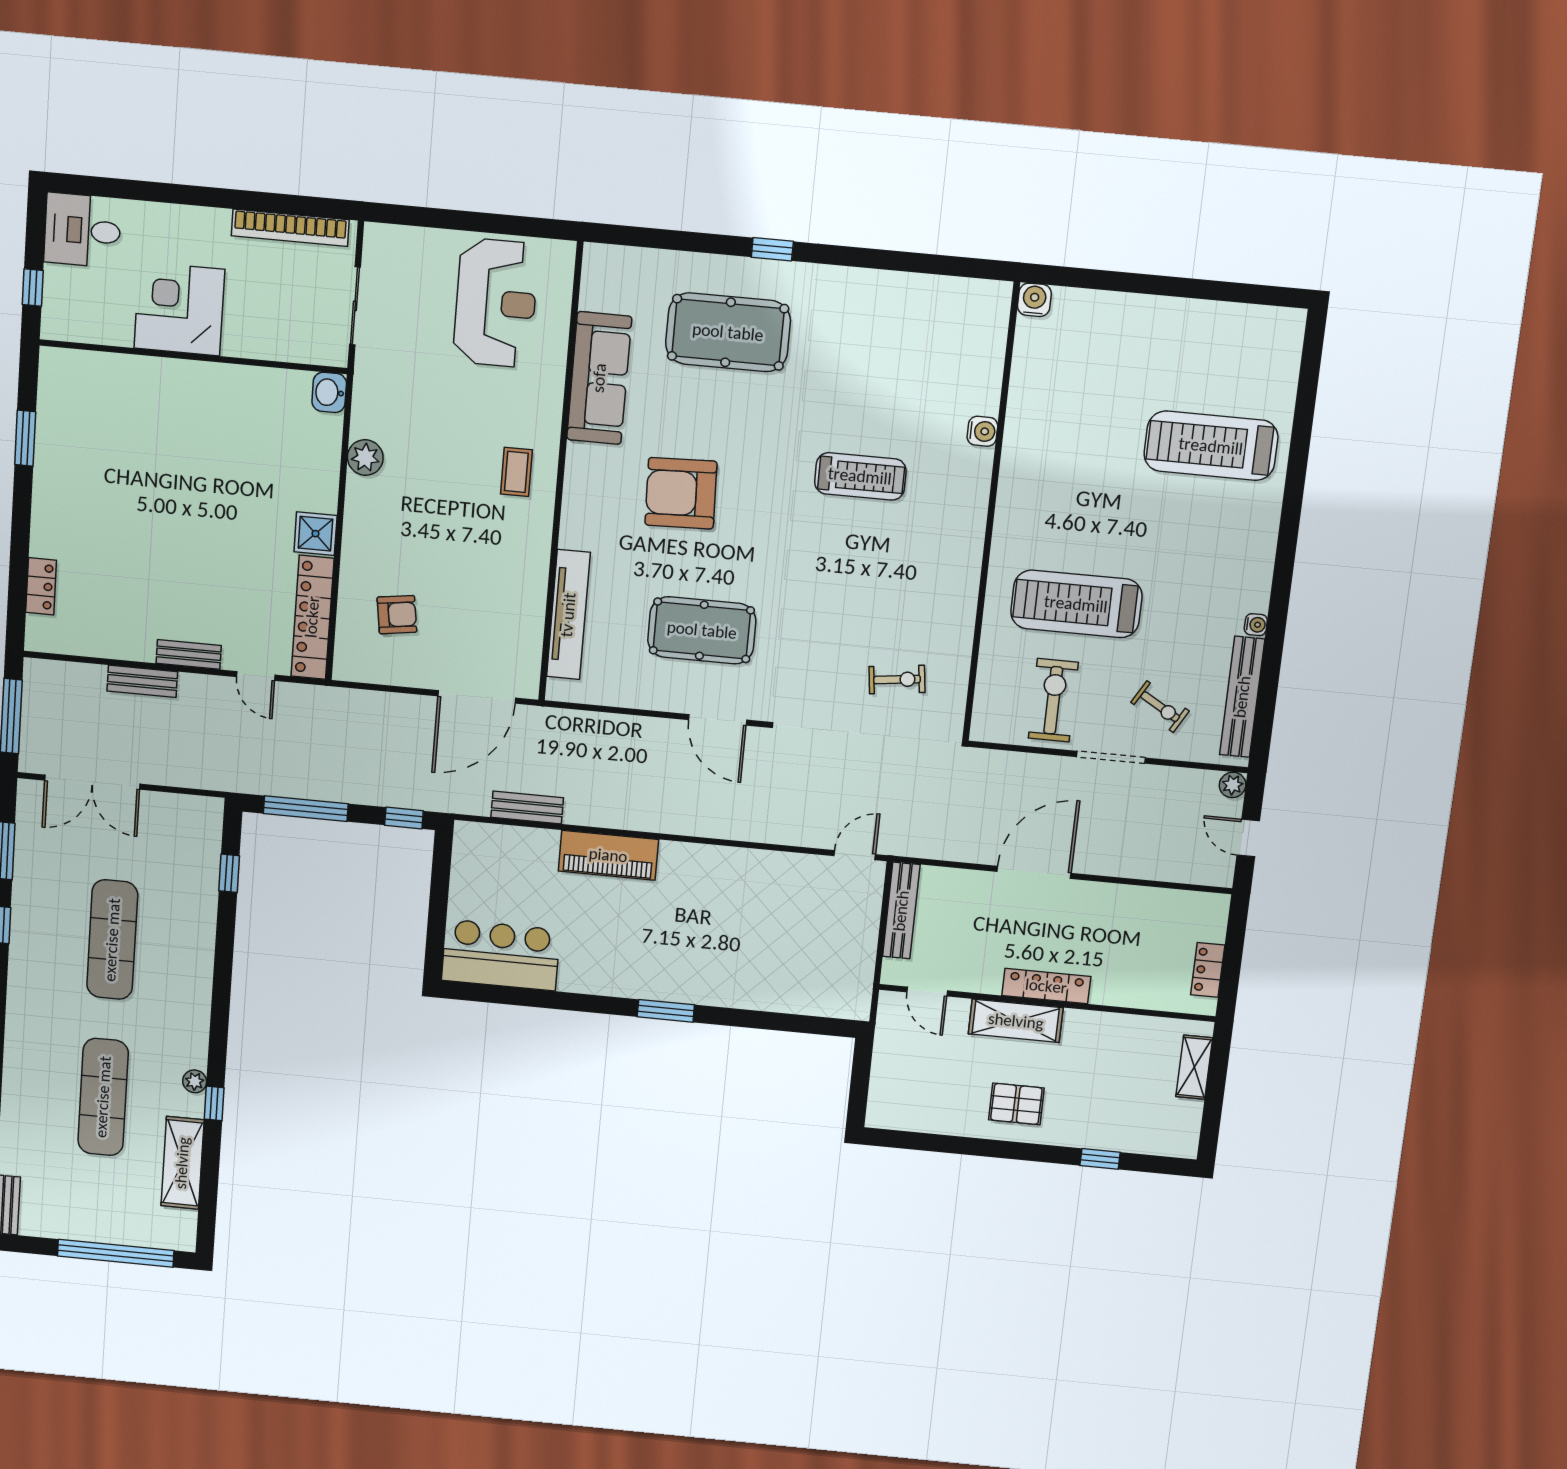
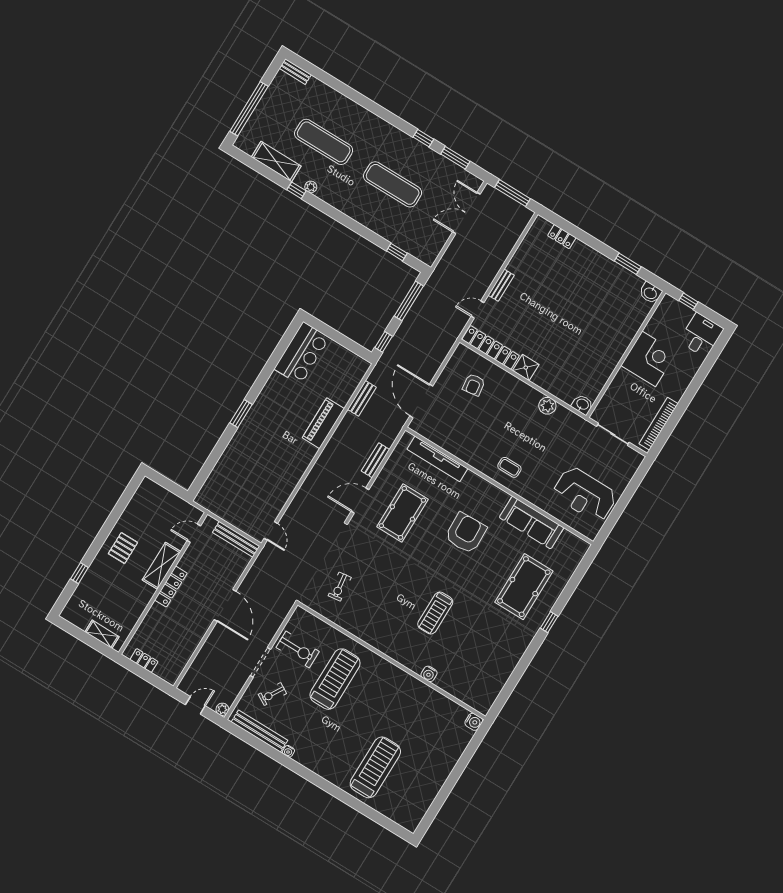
washbasin: (56, 368) -> (650, 293), added
bench: (142, 681) -> (375, 460), moved

